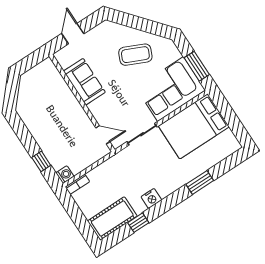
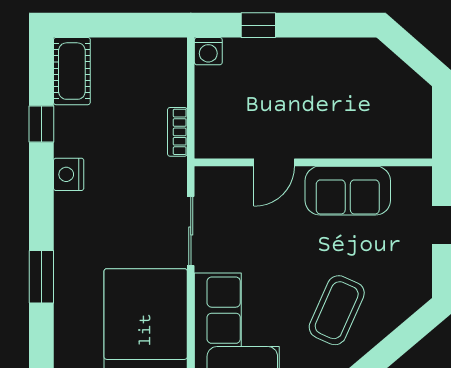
door: (103, 135) -> (274, 162), moved
bookcase: (77, 184) -> (177, 132), moved
cot: (112, 219) -> (72, 71), width x0.73, depth x0.75

